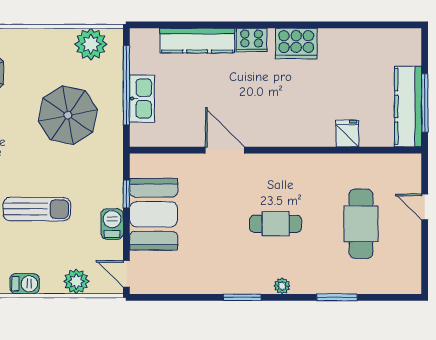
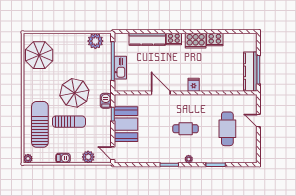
cooker: (335, 41) -> (215, 40), added
parasol: (68, 115) -> (74, 93), moved
fridge: (347, 134) -> (194, 85), moved
barbecue: (112, 224) -> (106, 101), moved

